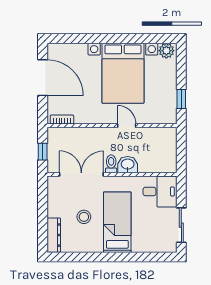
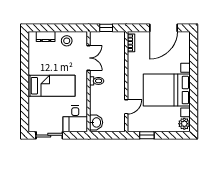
door: (127, 126) -> (126, 107), moved
washbasin: (128, 165) -> (96, 122), moved
double door: (81, 174) -> (89, 58), width x0.73
stool: (84, 217) -> (67, 41), moved
dresser: (54, 235) -> (46, 36), width x0.70

